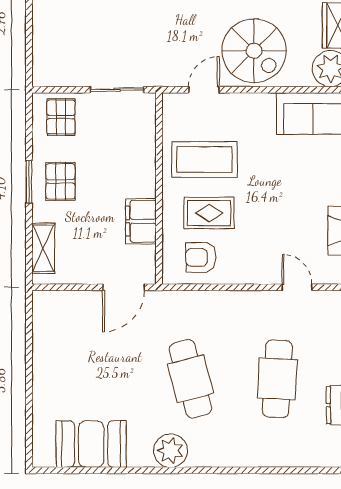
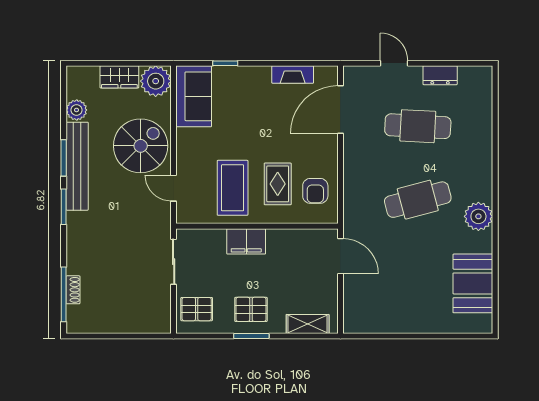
filing cabinet: (141, 221) -> (246, 241), moved
door: (297, 287) -> (340, 110), width x1.88

